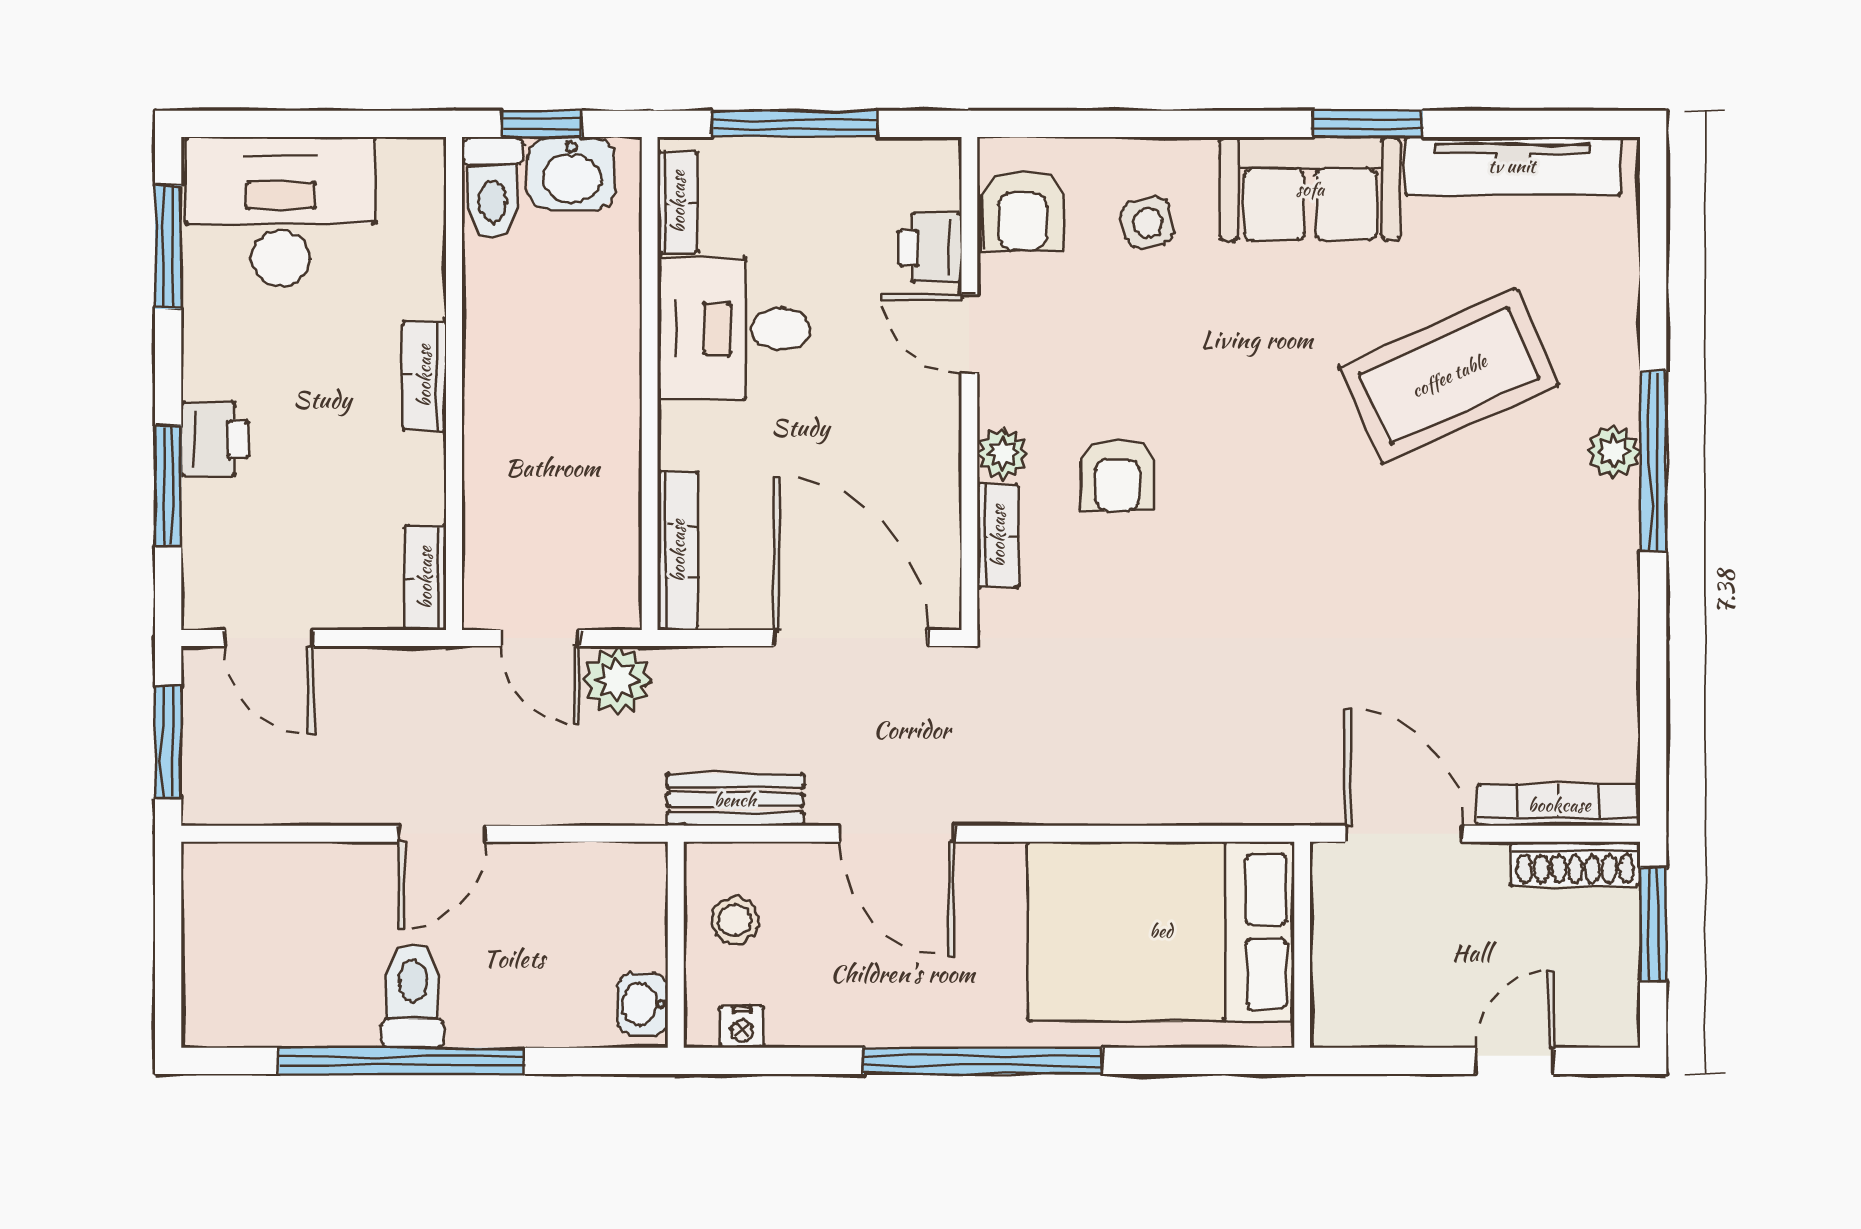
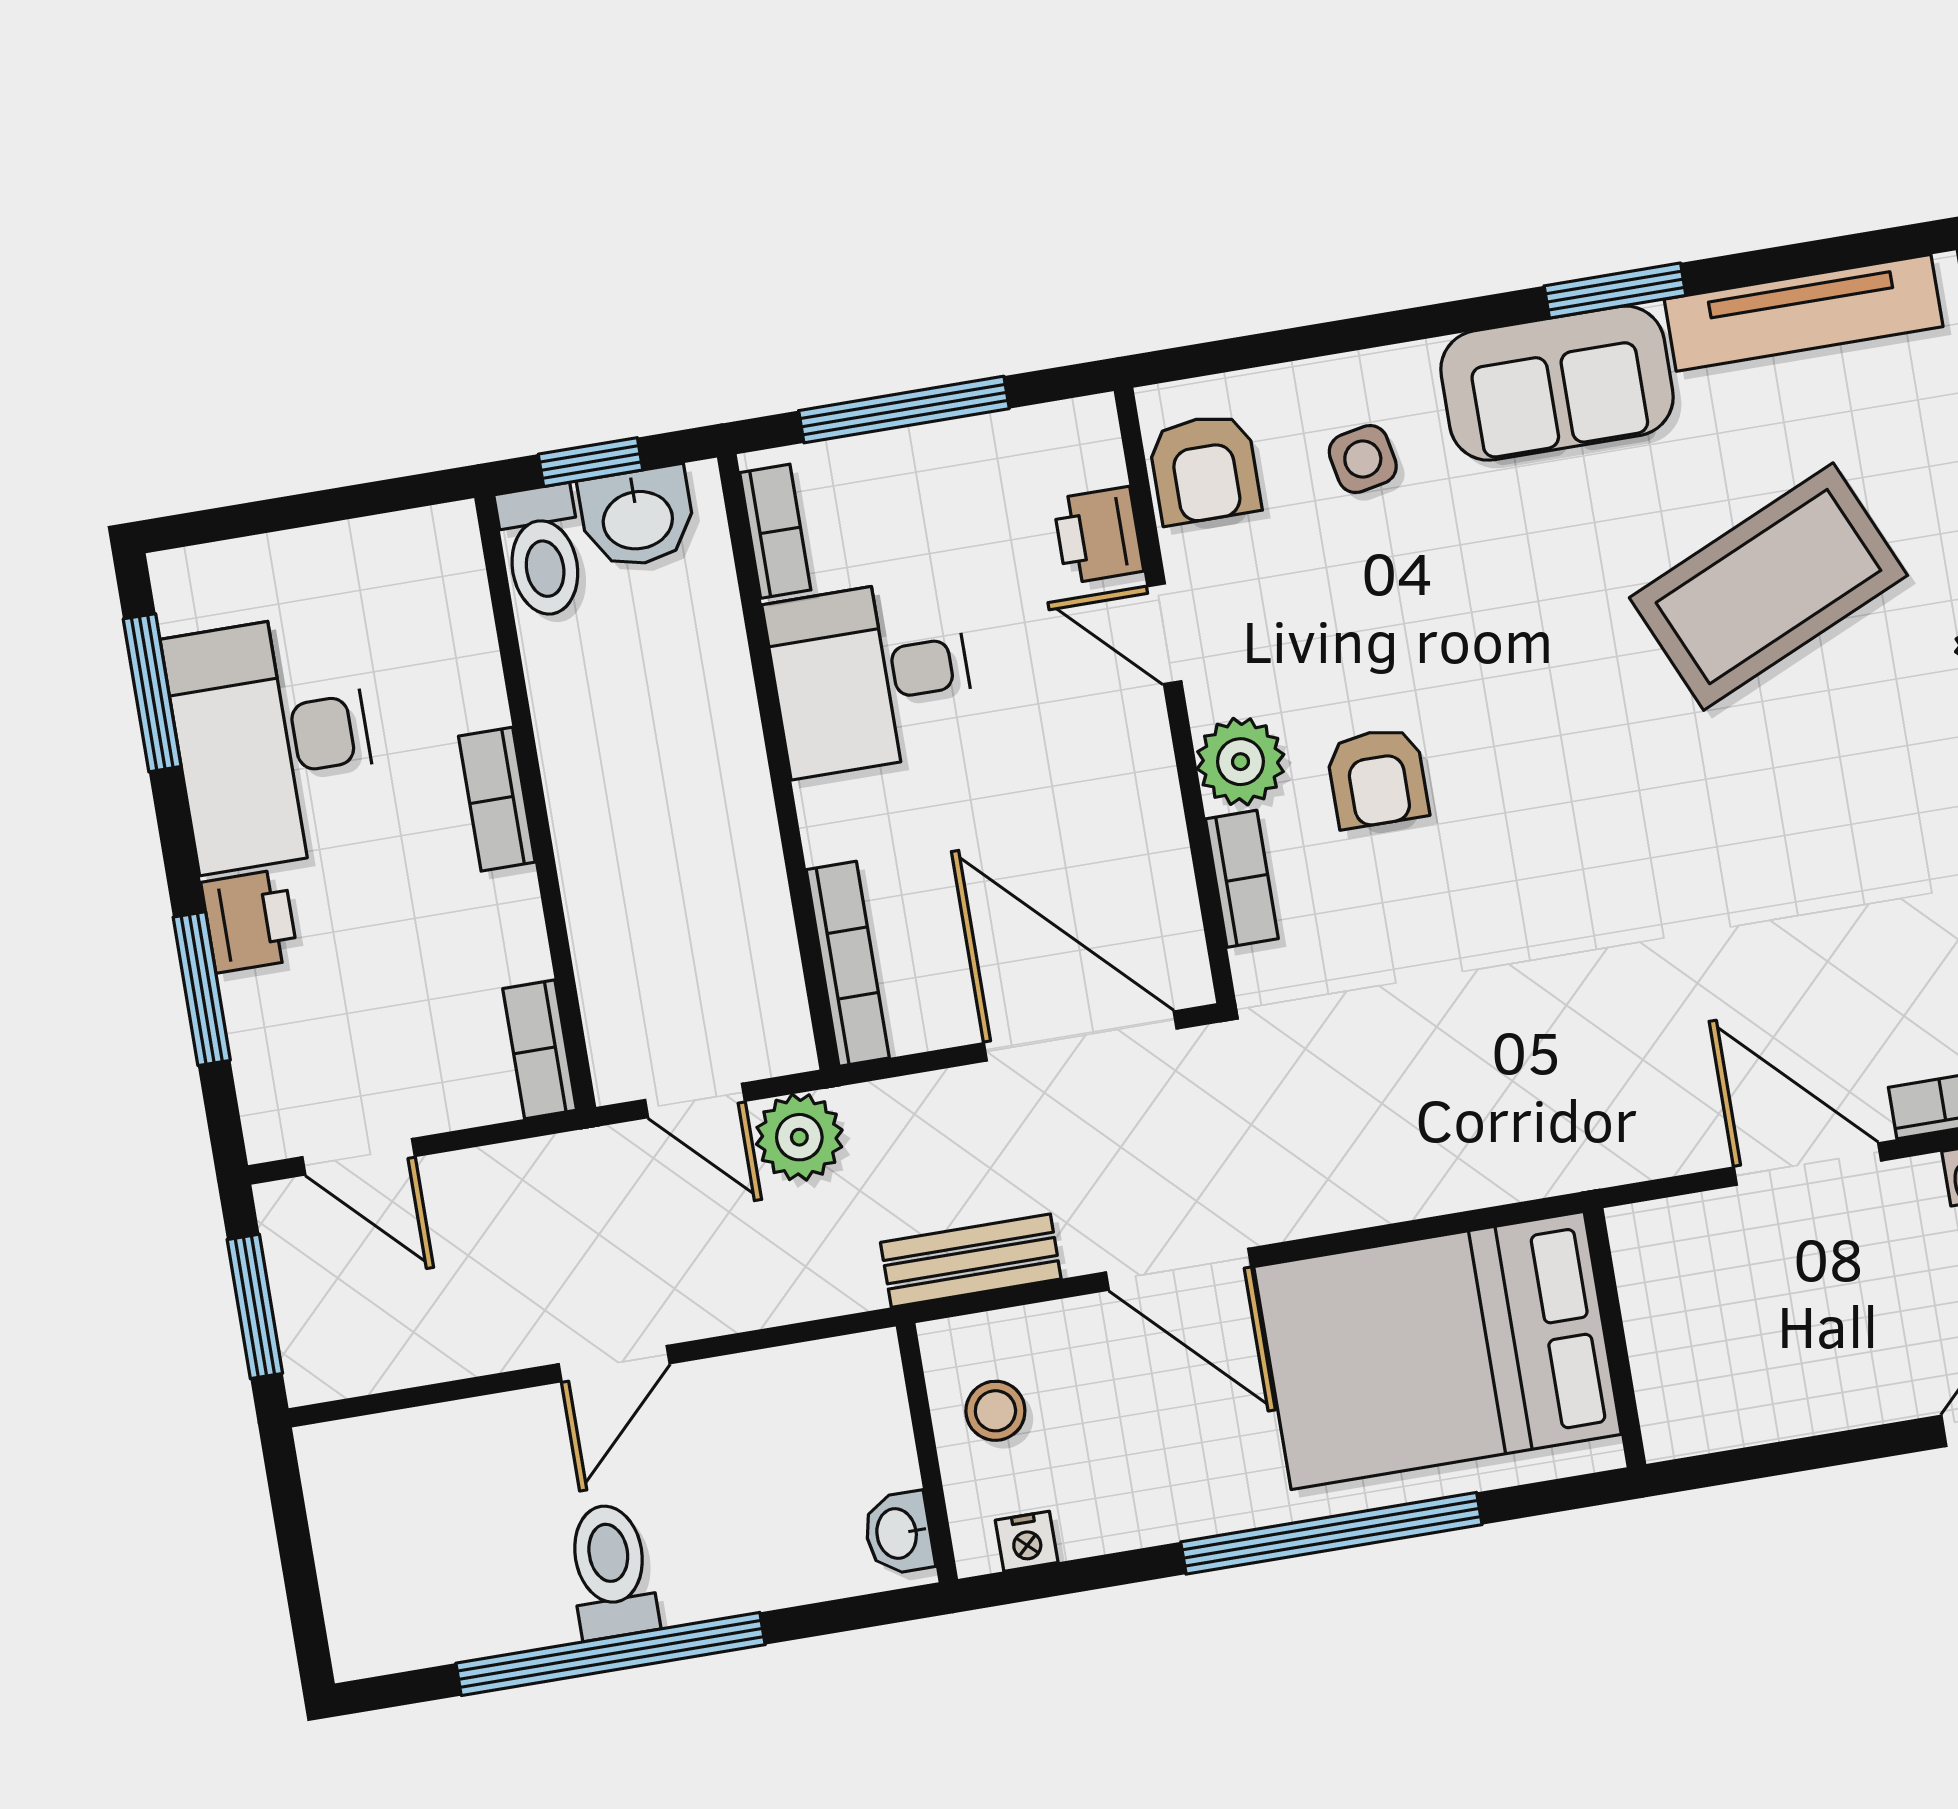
desk: (281, 212) -> (273, 742), moved, turned -90
plant: (1003, 454) -> (1240, 762), width x1.38, depth x1.38
bed: (1161, 931) -> (1438, 1350), moved
wall: (1302, 945) -> (1615, 1338), moved

